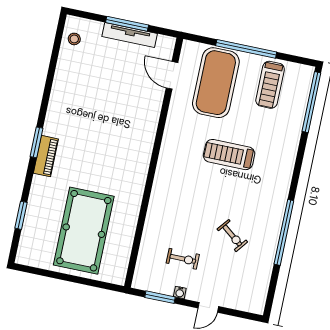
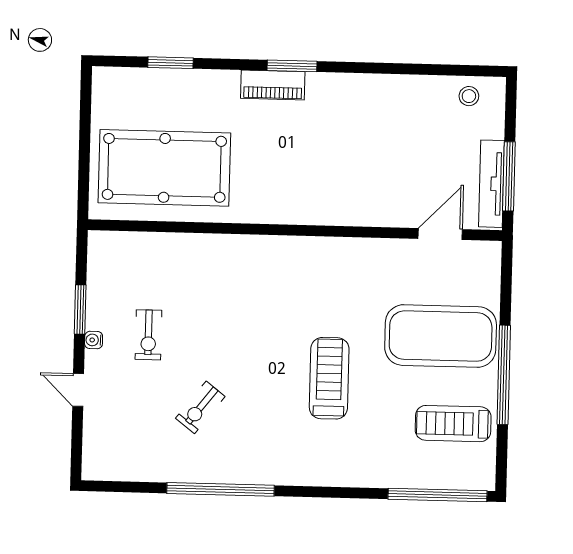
door: (172, 75) -> (440, 234), moved
wall: (154, 163) -> (295, 230), moved

